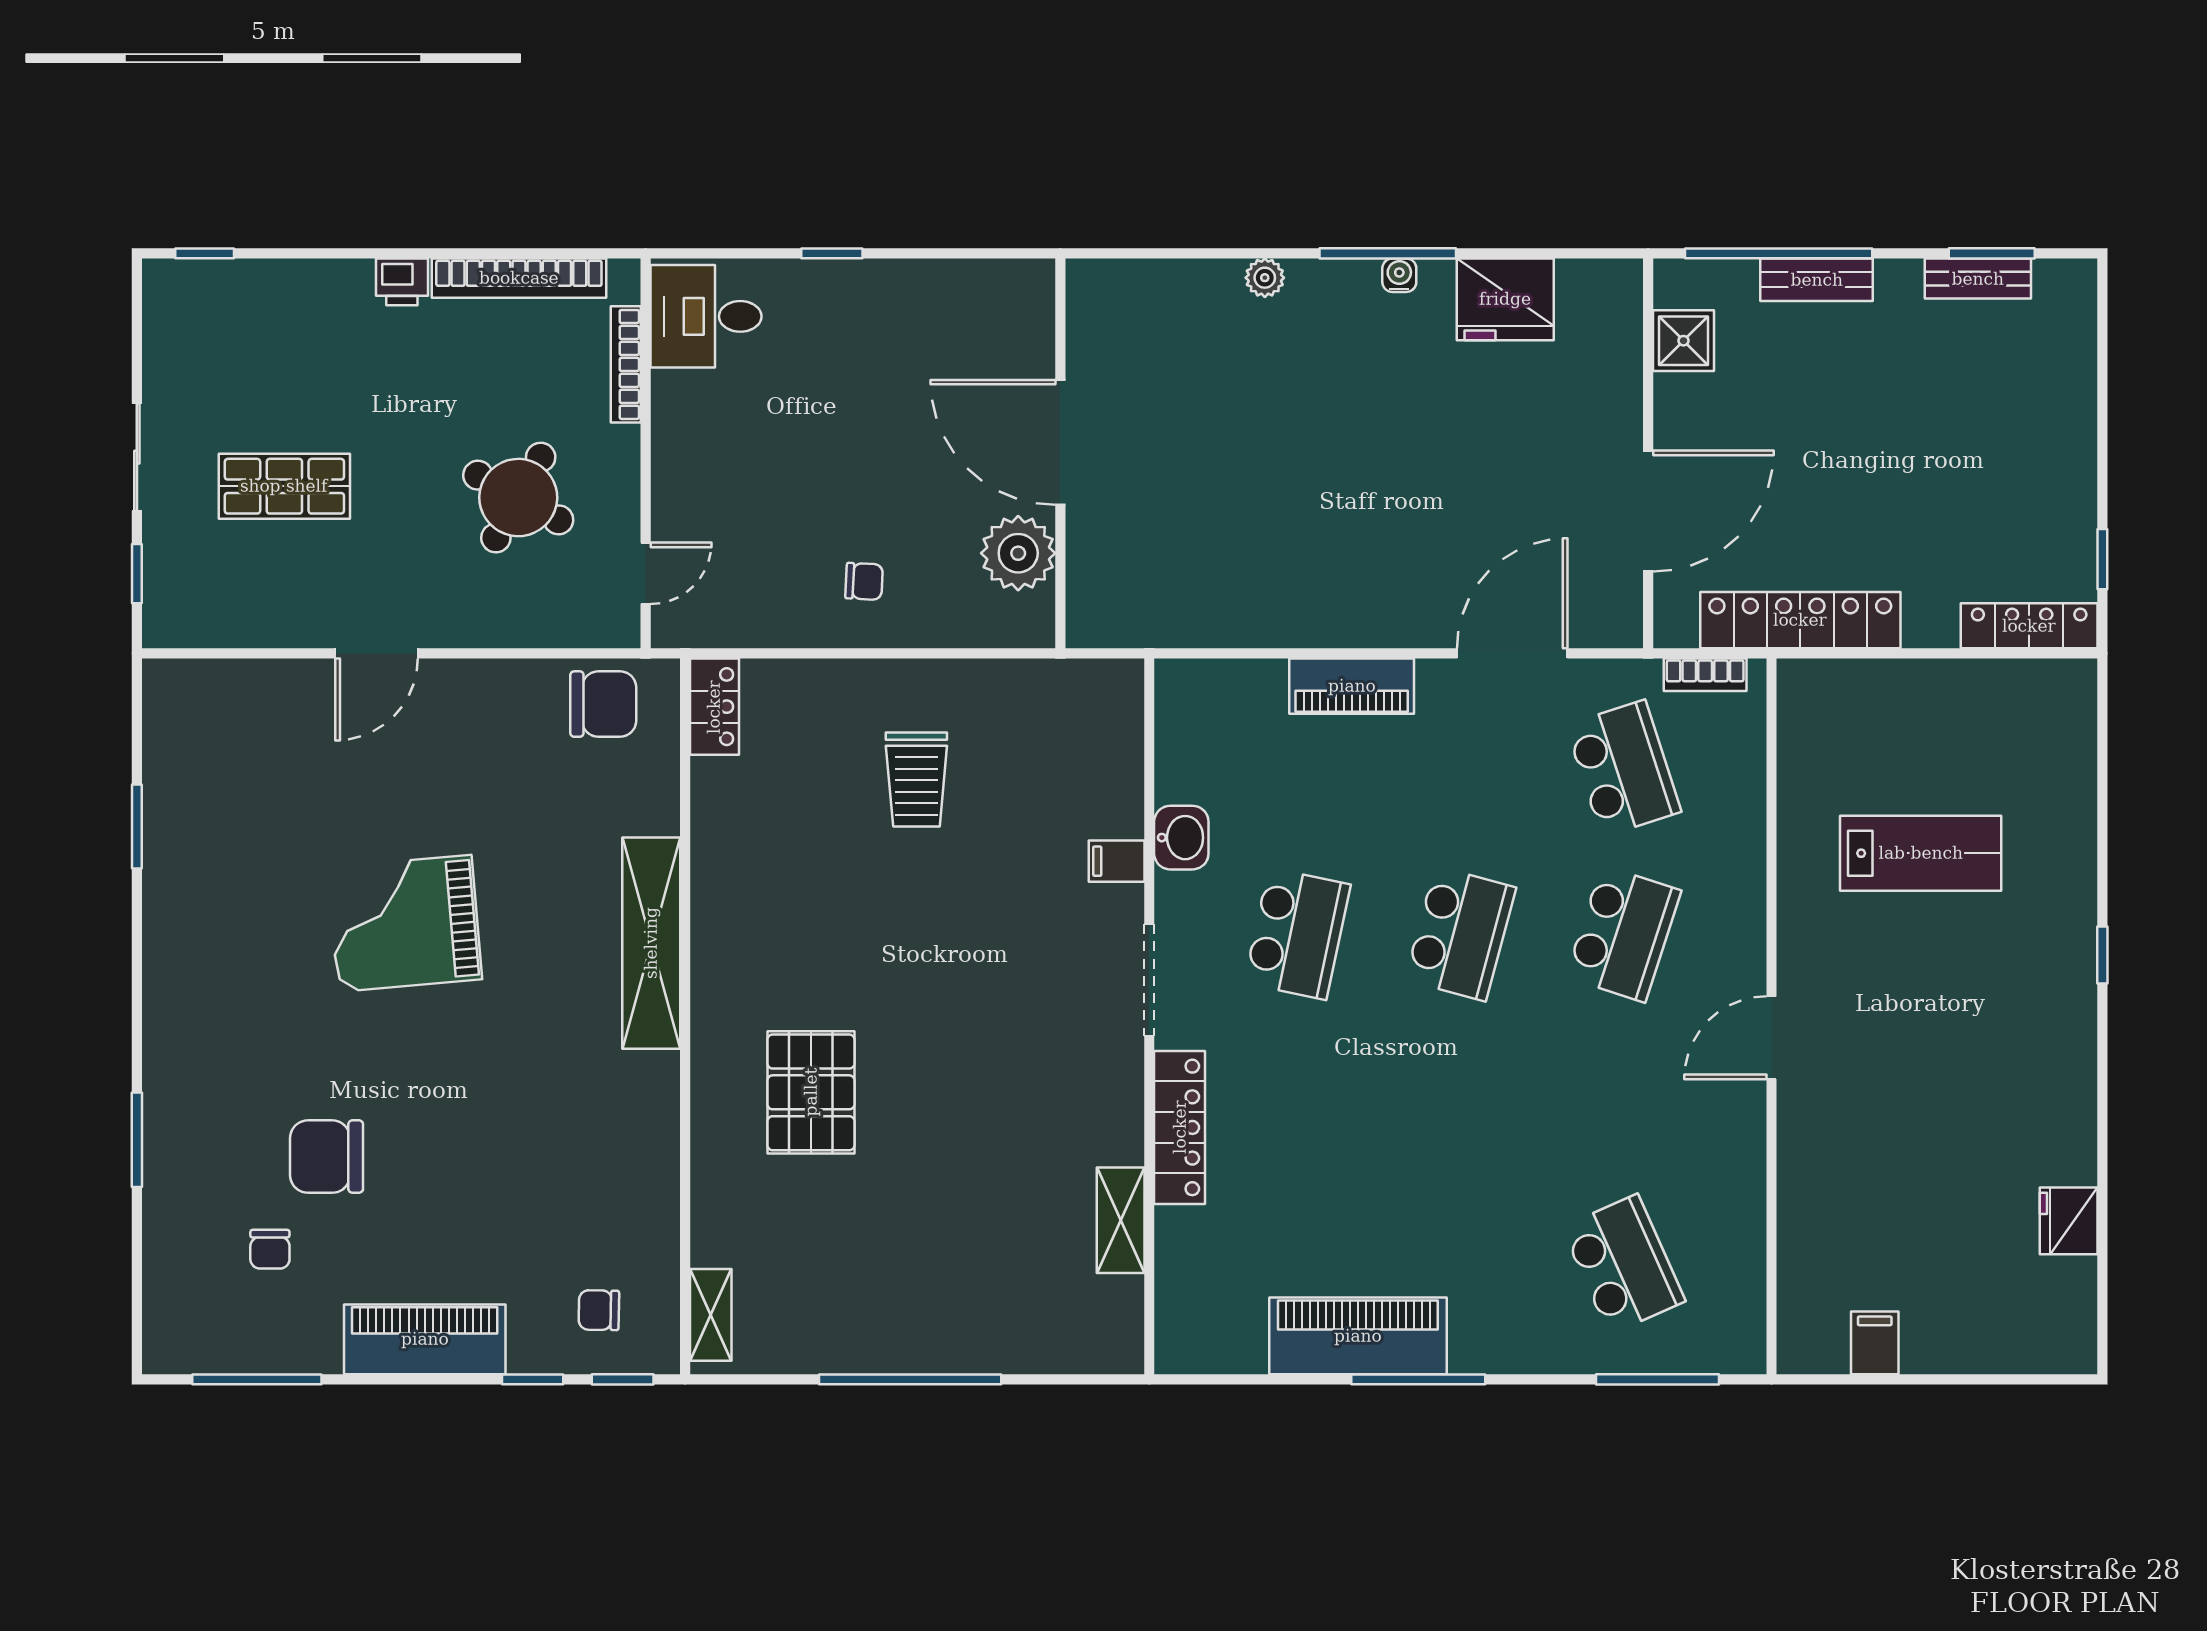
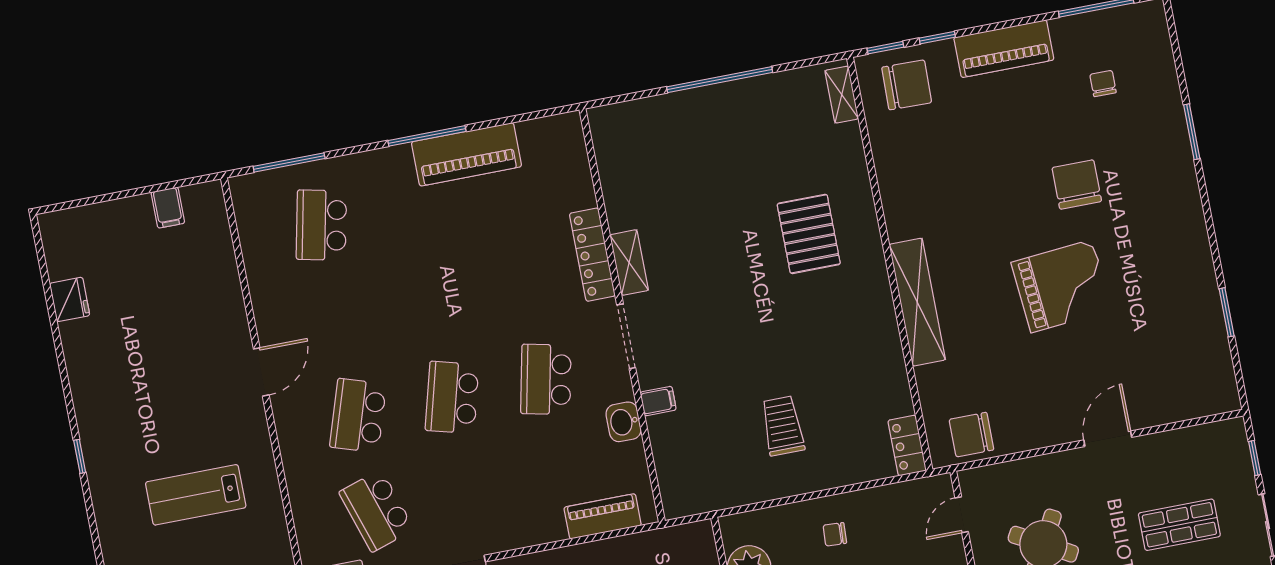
piano: (1352, 686) -> (603, 516), moved
chair: (327, 1157) -> (1077, 185), moved, turned -90
shelving: (1121, 1220) -> (629, 263), moved
school desk: (1623, 1264) -> (321, 225), turned 36
chair: (599, 1310) -> (907, 85), width x1.87, depth x1.87

